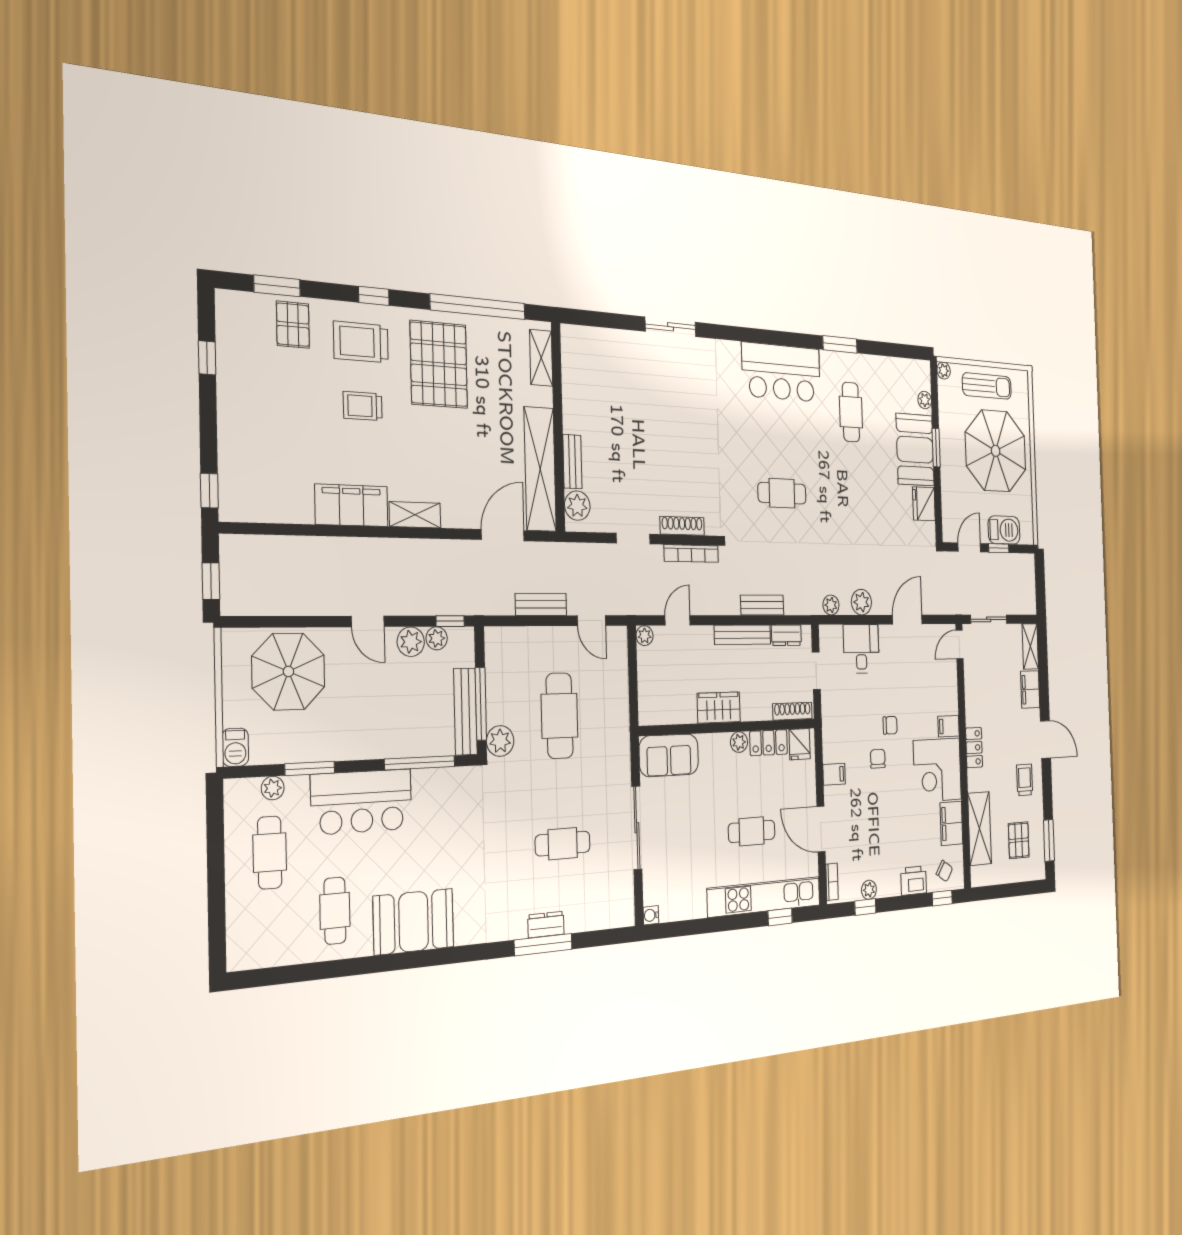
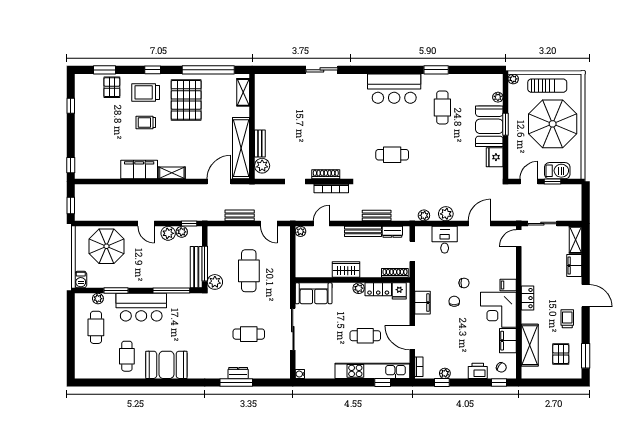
filing cabinet: (834, 774) -> (423, 303), width x2.00

